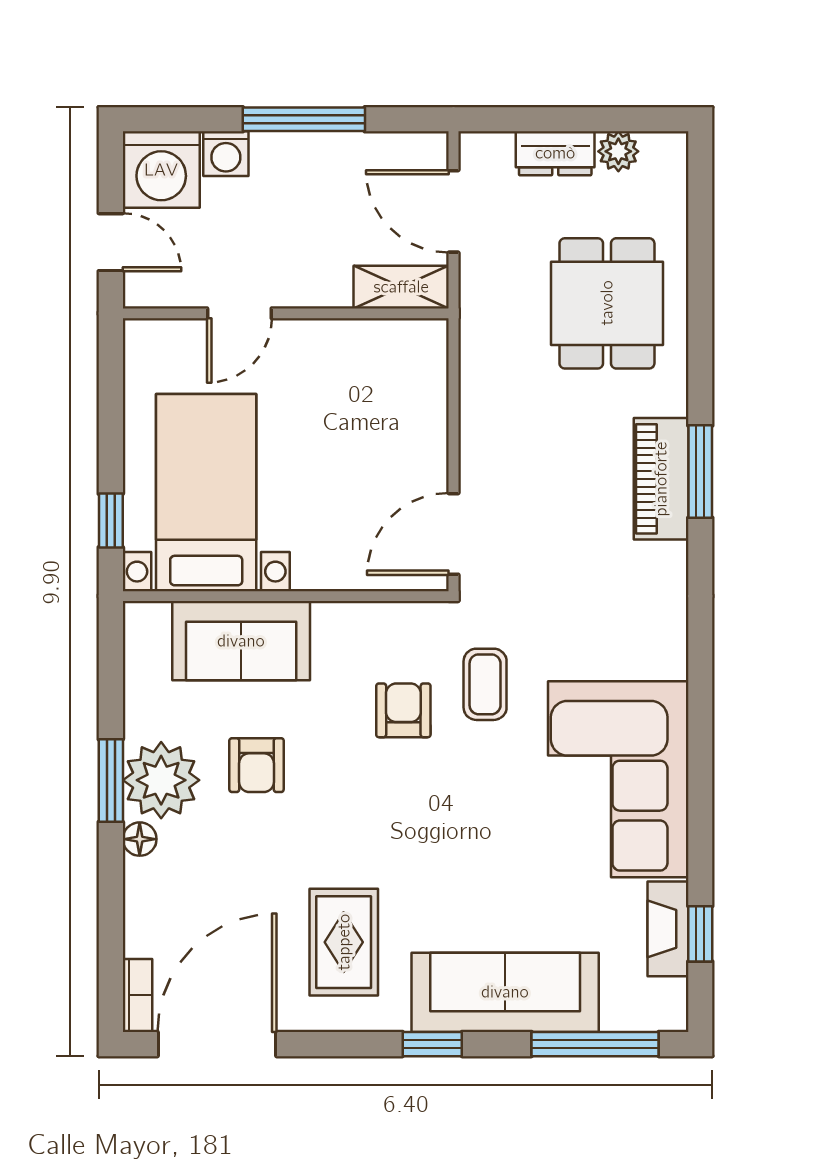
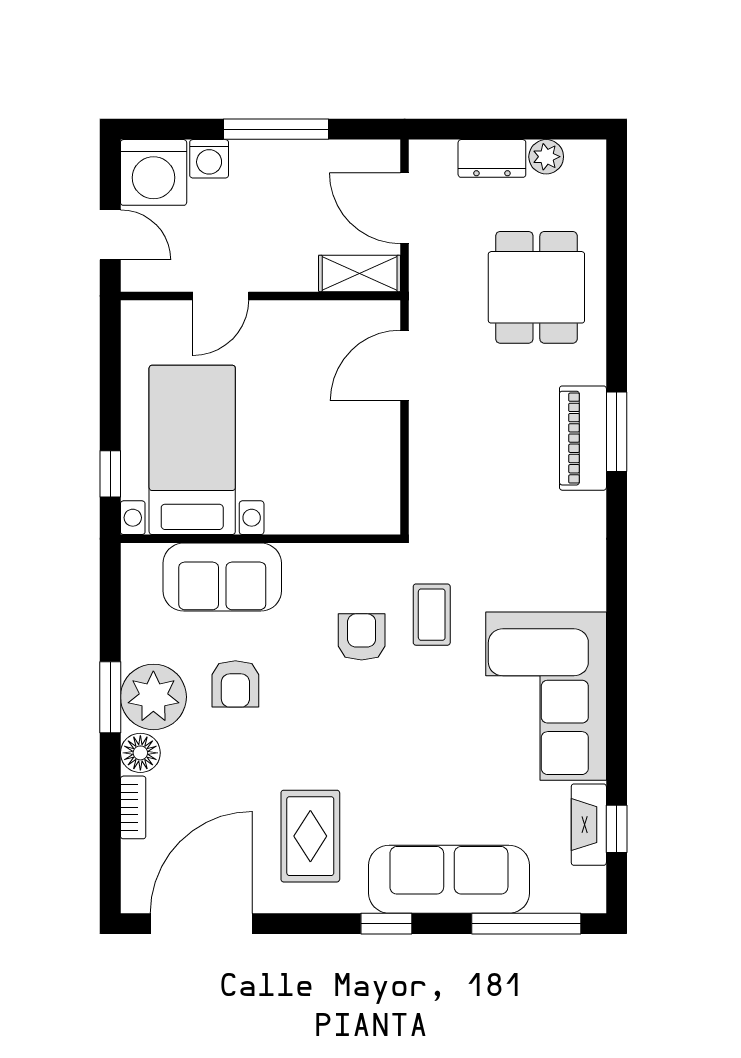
door: (453, 534) -> (405, 365), moved
floor lamp: (140, 839) -> (140, 753), width x1.37, depth x1.37
bookcase: (137, 995) -> (133, 807), moved

